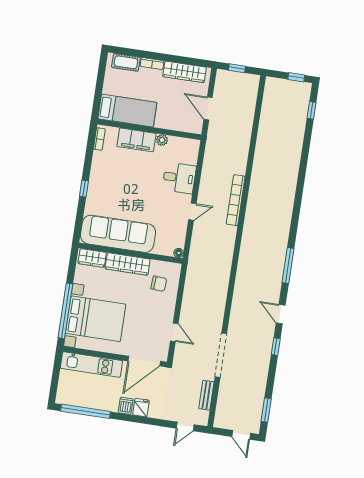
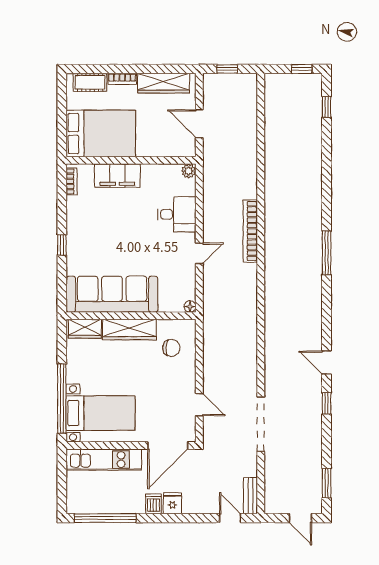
bed: (127, 111) -> (101, 134), width x1.50
plant: (162, 140) -> (189, 171), moved
window: (288, 265) -> (327, 253), moved
bed with nightstands: (96, 319) -> (100, 413), width x0.73
bench: (206, 395) -> (250, 496), moved
door: (185, 426) -> (230, 518), swing flipped

